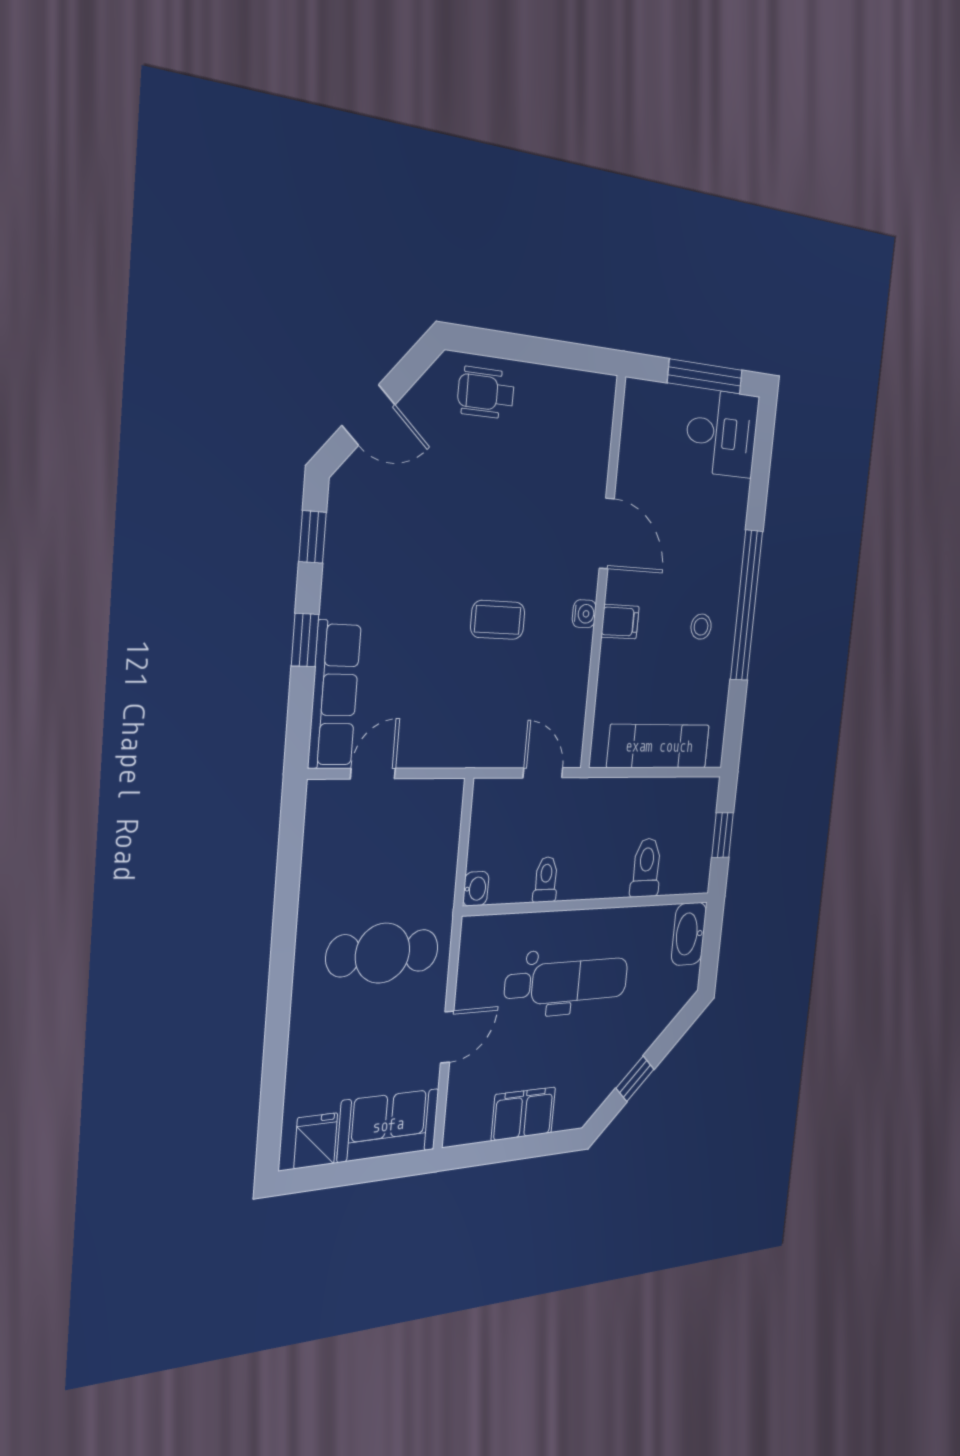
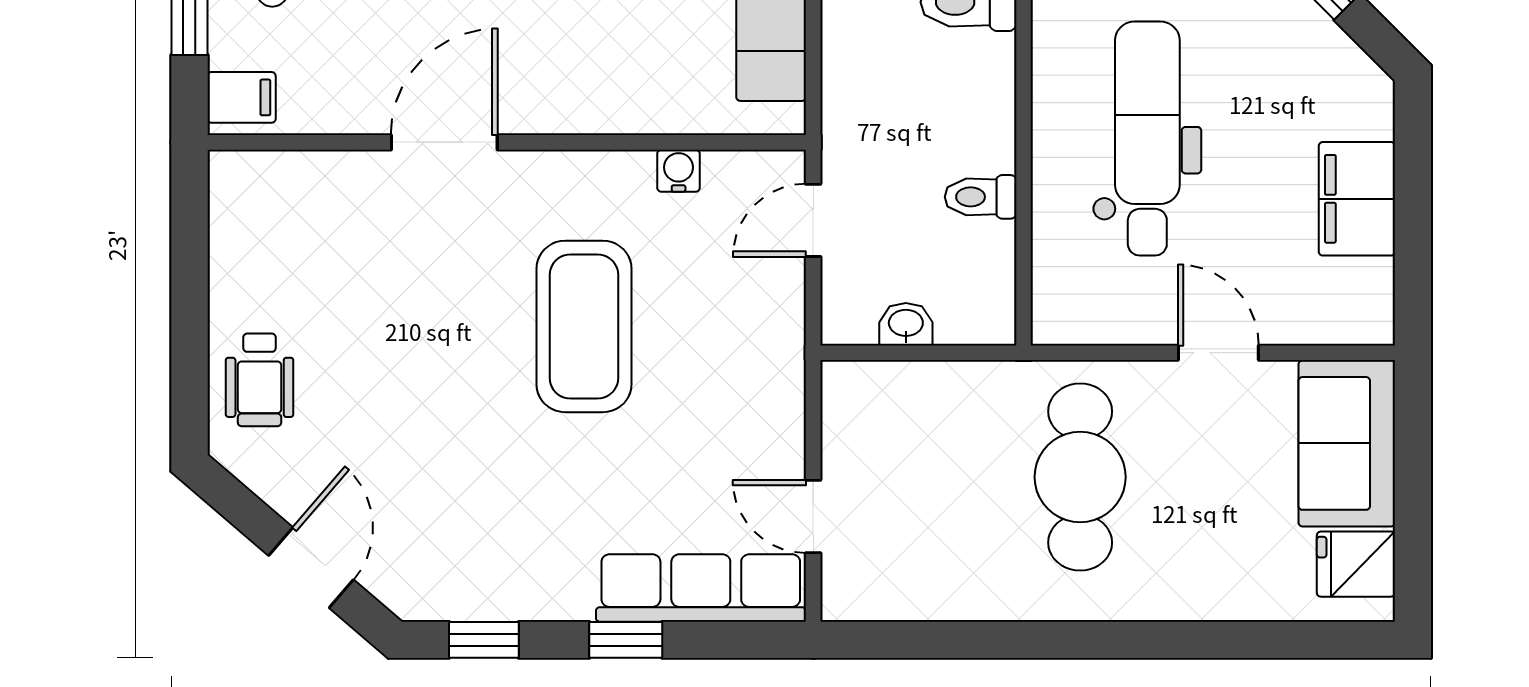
water cooler: (584, 614) -> (679, 171), moved
coffee table: (498, 620) -> (584, 326), width x1.86, depth x1.72
filing cabinet: (620, 622) -> (242, 97), moved, turned 90
washbasin: (476, 889) -> (906, 324), moved

